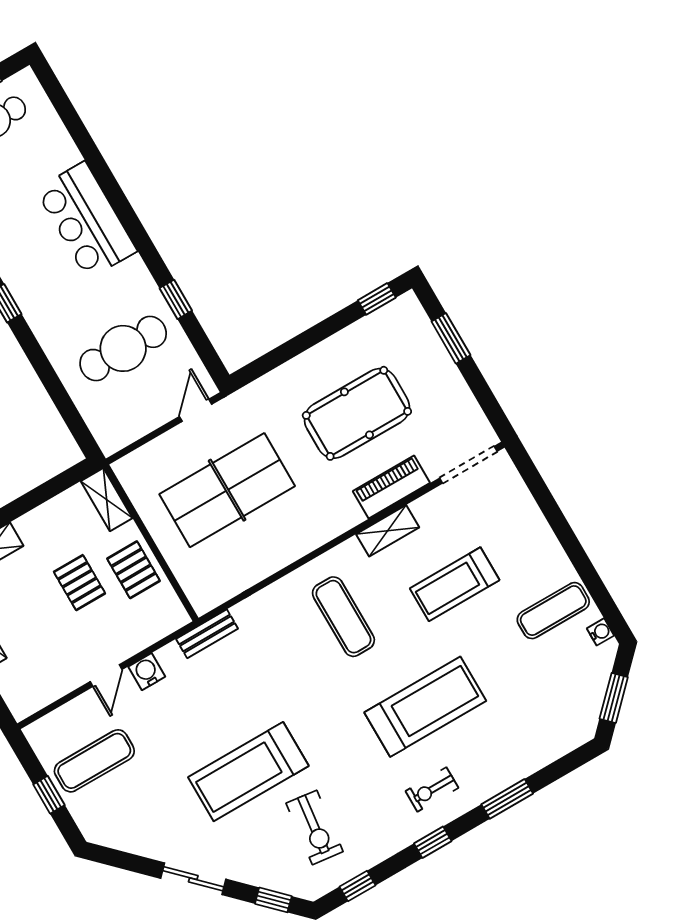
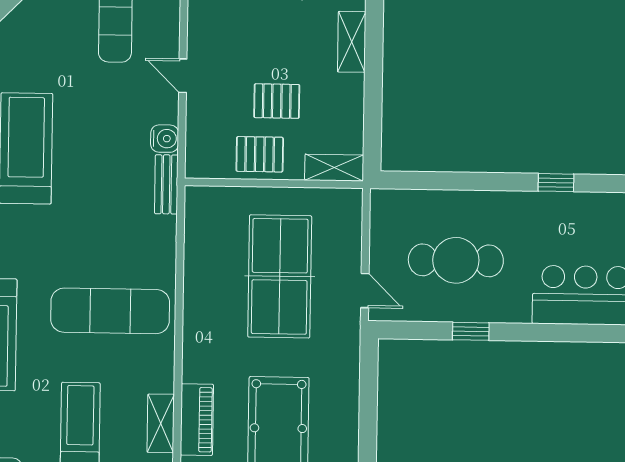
cafe table: (123, 348) -> (456, 260), turned 90
shelving: (388, 531) -> (161, 423), moved
exercise mat: (343, 617) -> (110, 311), width x1.36, depth x1.45
water cooler: (147, 672) -> (165, 139), moved

